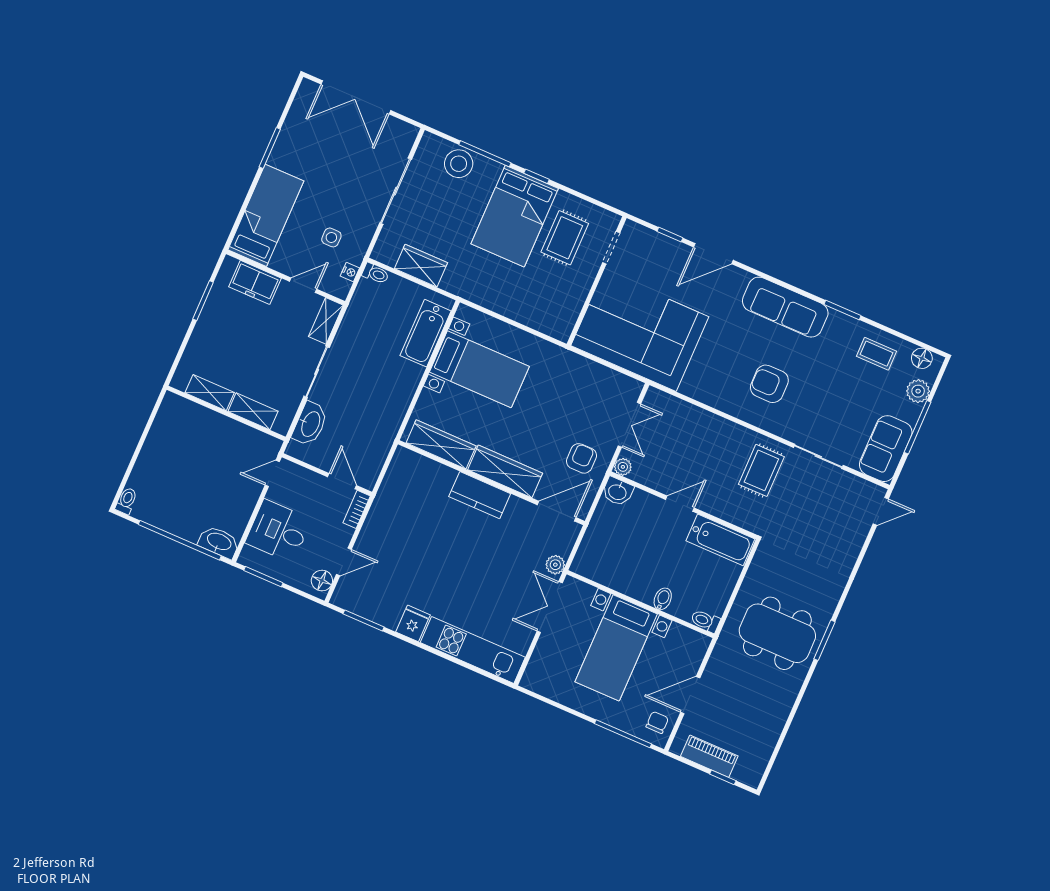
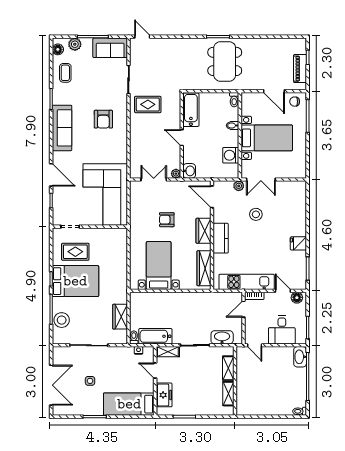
side table: (331, 237) -> (90, 381), moved
bathtub: (426, 333) -> (155, 336), moved, turned 180
armchair: (581, 458) -> (167, 220), moved
wardrobe: (505, 471) -> (204, 231), width x0.67
stool: (494, 573) -> (256, 214), added
washing machine: (613, 574) -> (231, 155), added
kitchen unit: (473, 650) -> (247, 282), moved, turned 90

